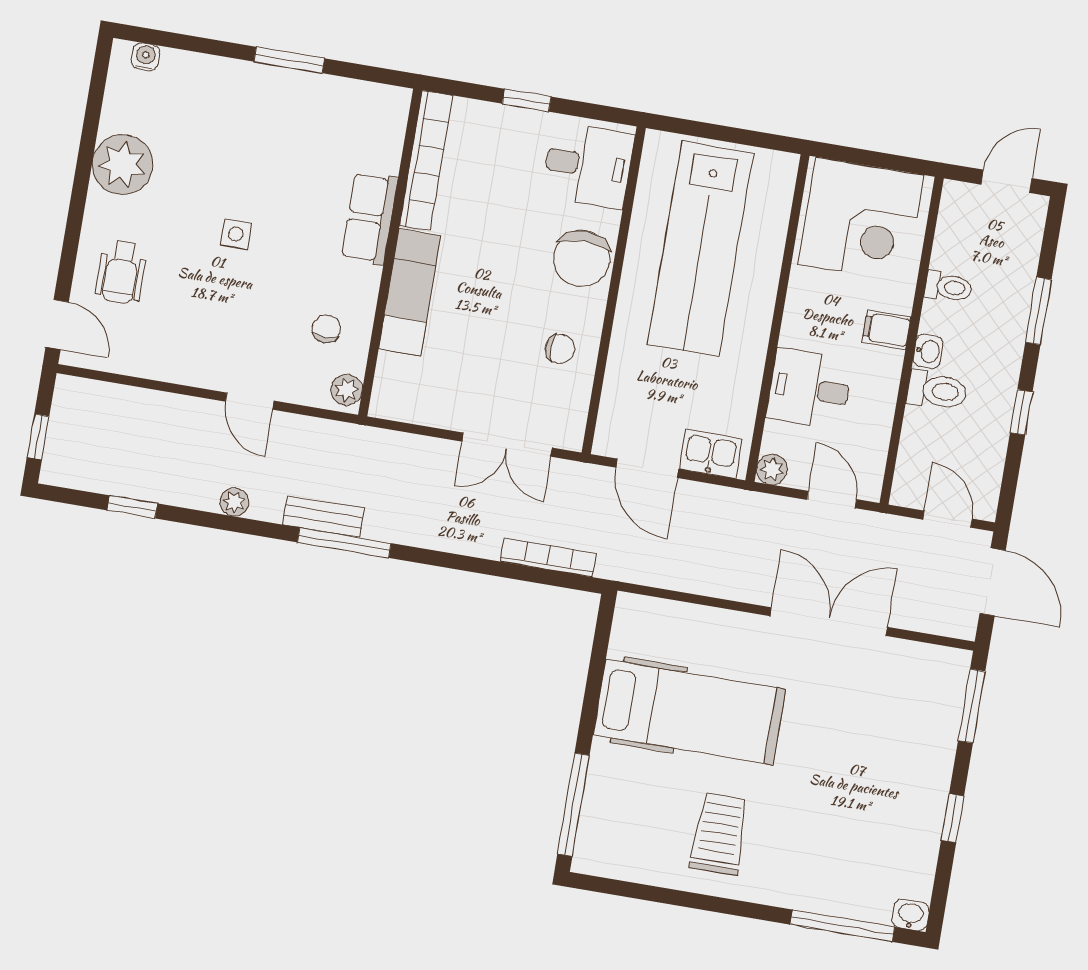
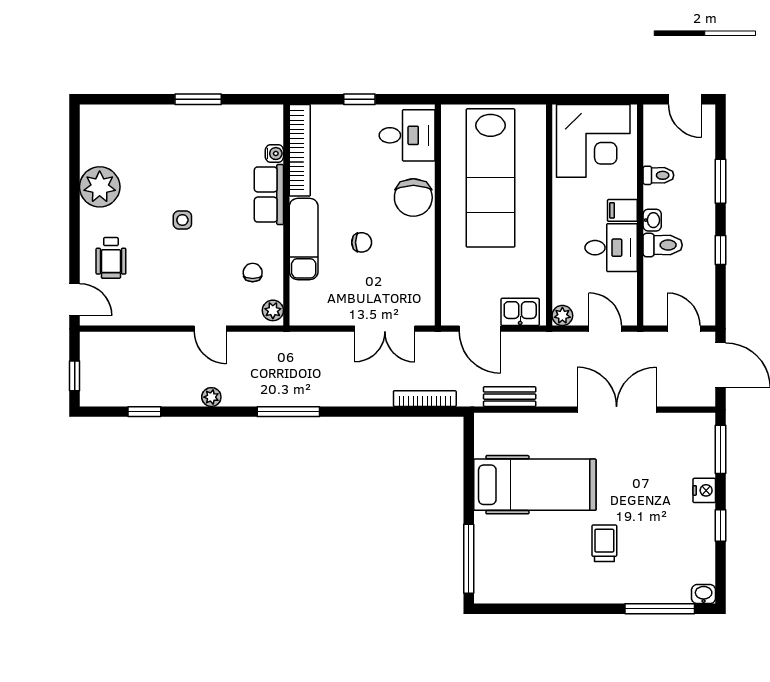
water cooler: (146, 57) -> (274, 154), moved, turned 90
door: (1006, 181) -> (685, 99), swing flipped
chair: (560, 349) -> (362, 242), moved
desk: (810, 389) -> (611, 248), moved, turned 180
bench: (324, 516) -> (510, 397), moved
nightstand: (937, 763) -> (704, 490), added
trolley: (719, 834) -> (604, 543), moved, width x0.73, depth x0.72

